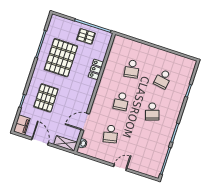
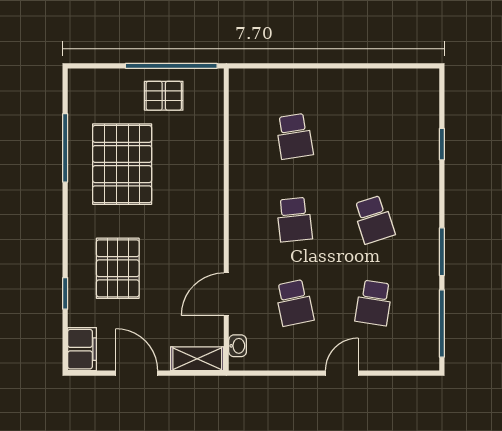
locker: (96, 69) -> (212, 165), removed
school desk: (163, 79) -> (374, 303), moved

